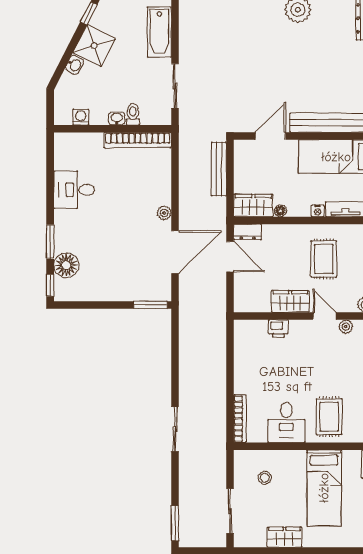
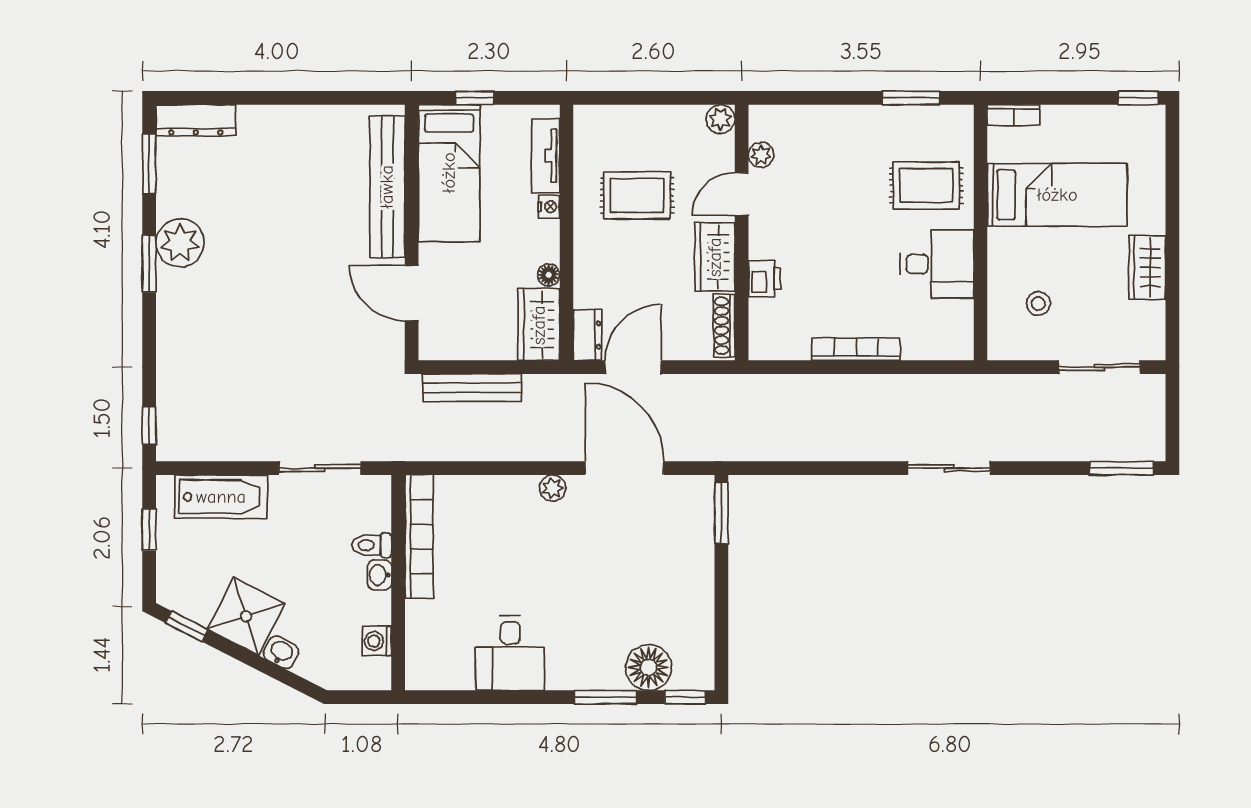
shoe rack: (253, 306) -> (724, 326), added
bookcase: (240, 419) -> (856, 349), moved

